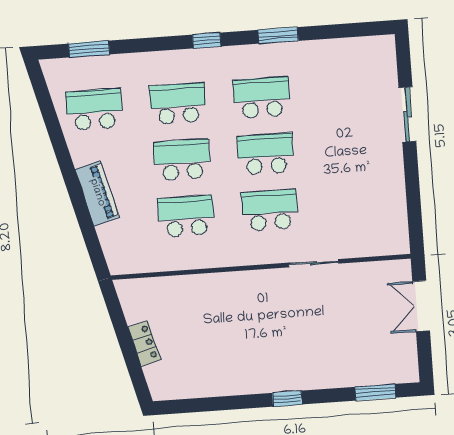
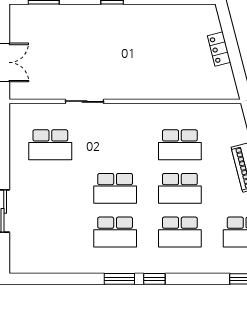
window: (278, 35) -> (119, 279), moved
school desk: (270, 210) -> (50, 145), moved

